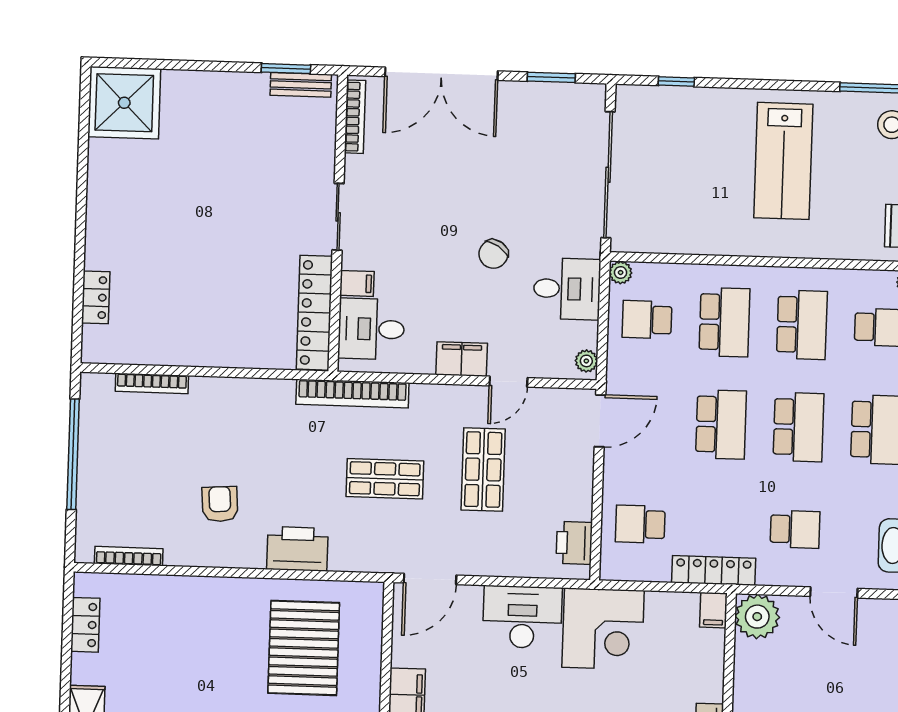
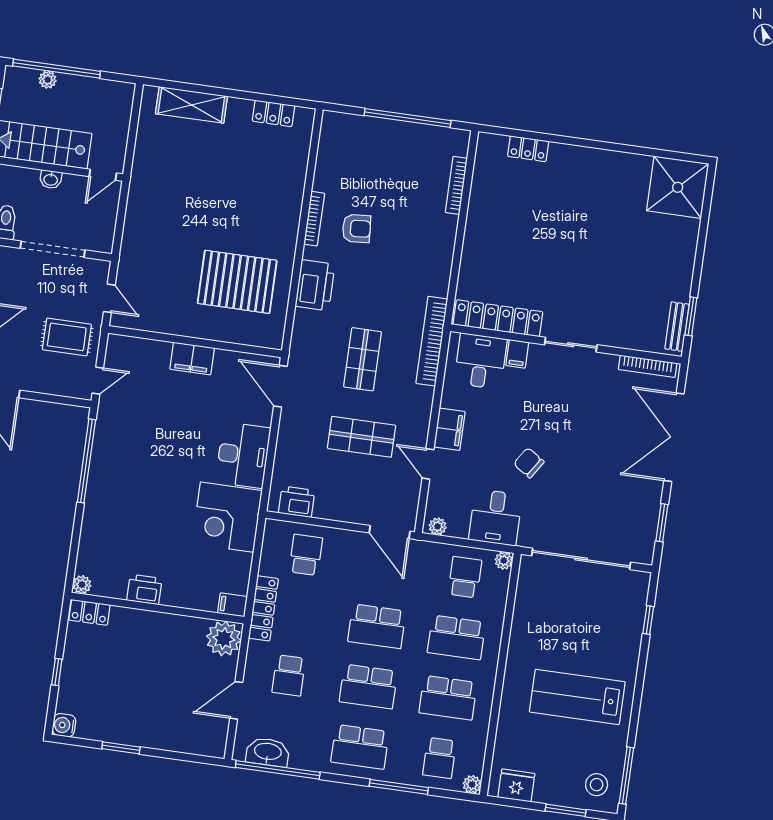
bookcase: (129, 556) -> (314, 219), moved

